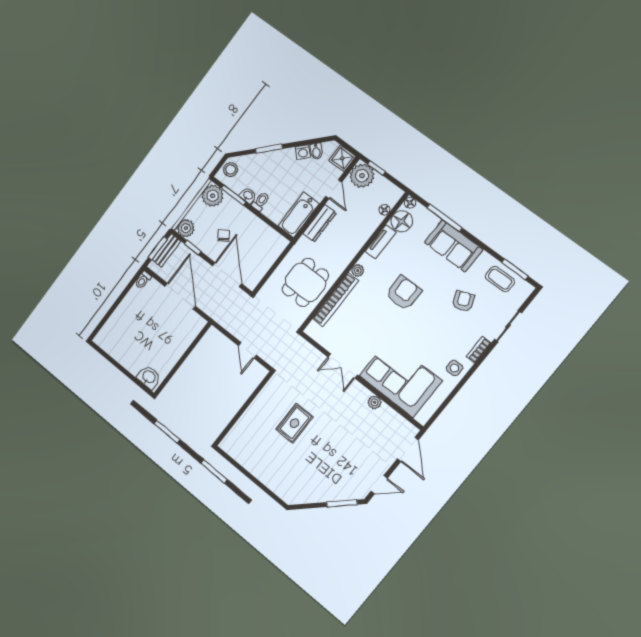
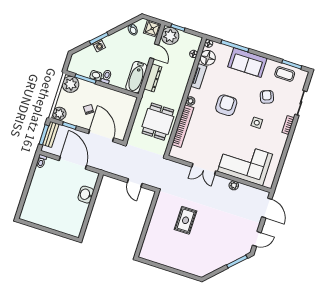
washing machine: (303, 152) -> (99, 46), moved
stool: (231, 170) -> (77, 62), removed
side table: (454, 368) -> (257, 123), moved
washbasin: (149, 377) -> (86, 195), moved, turned -90

